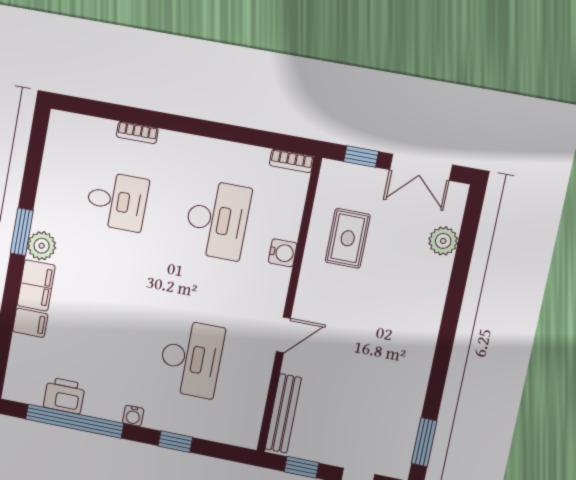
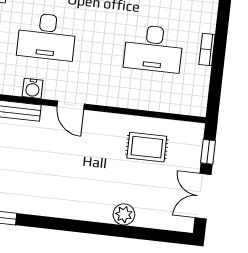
bookcase: (292, 161) -> (207, 49), moved
plant: (443, 241) -> (124, 214), moved
water cooler: (283, 253) -> (33, 88), moved

